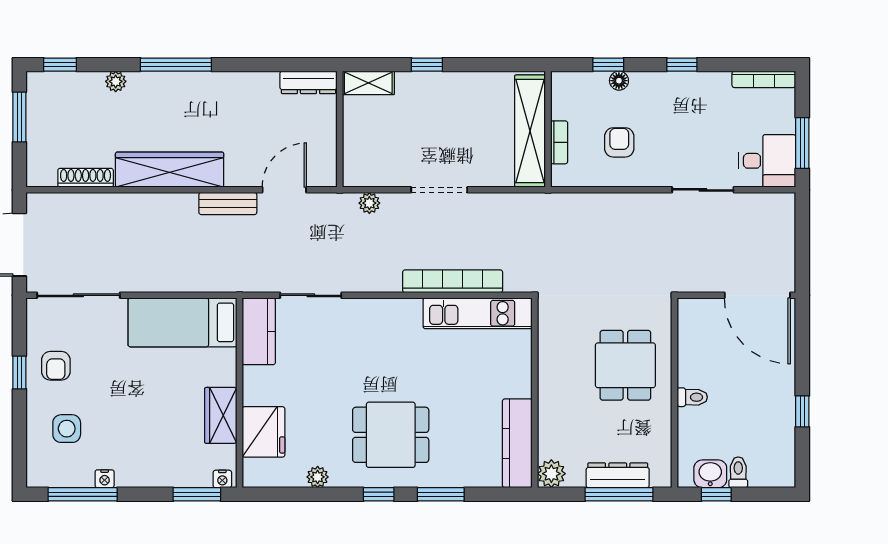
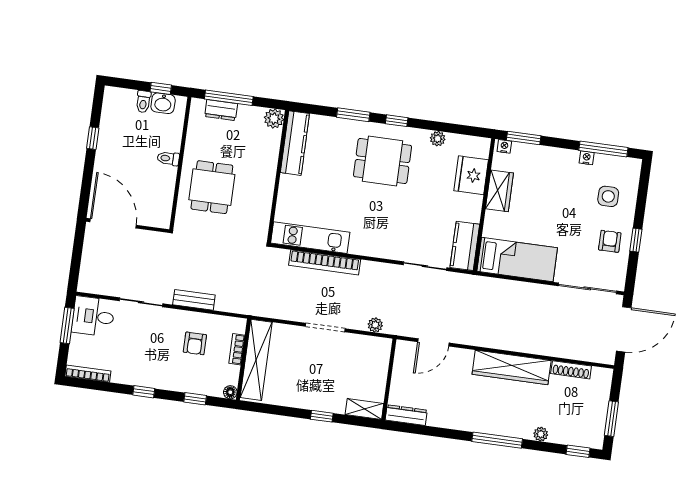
floor lamp: (619, 81) -> (230, 392), moved
bench: (228, 204) -> (194, 300), moved
dresser: (618, 475) -> (221, 110), width x0.70

